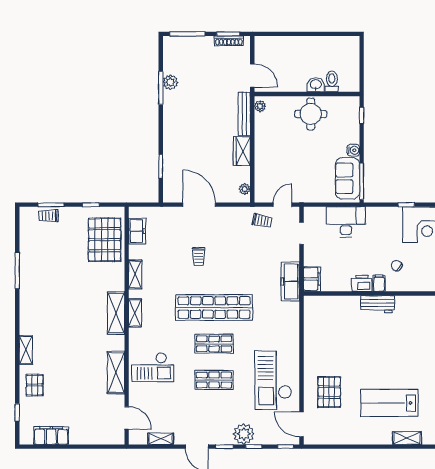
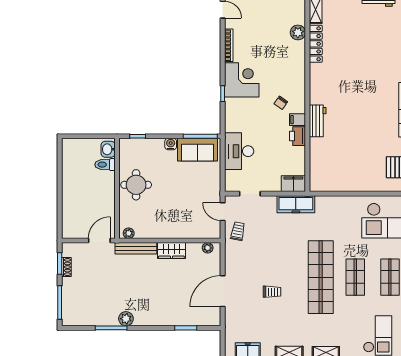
shoe rack: (229, 41) -> (66, 267), width x0.70
plant: (170, 82) -> (126, 319), moved
washbasin: (316, 85) -> (108, 149), moved

